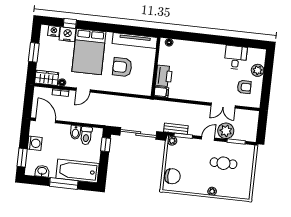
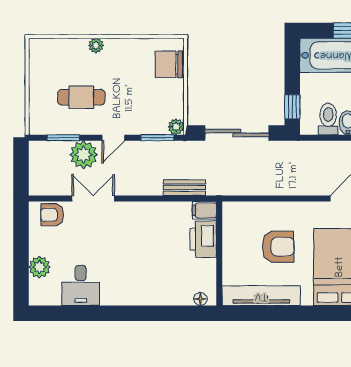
armchair: (244, 87) -> (52, 215), moved
bench: (176, 129) -> (184, 188), moved

